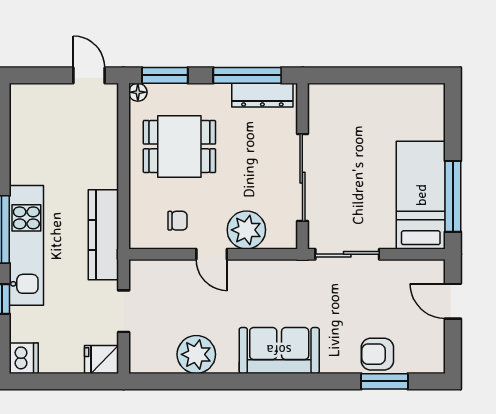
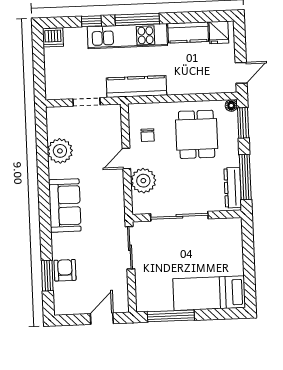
kitchen counter: (25, 153) -> (188, 32), added
bed: (421, 195) -> (209, 293), moved, turned 180
fridge: (102, 359) -> (219, 32), moved, turned 180

